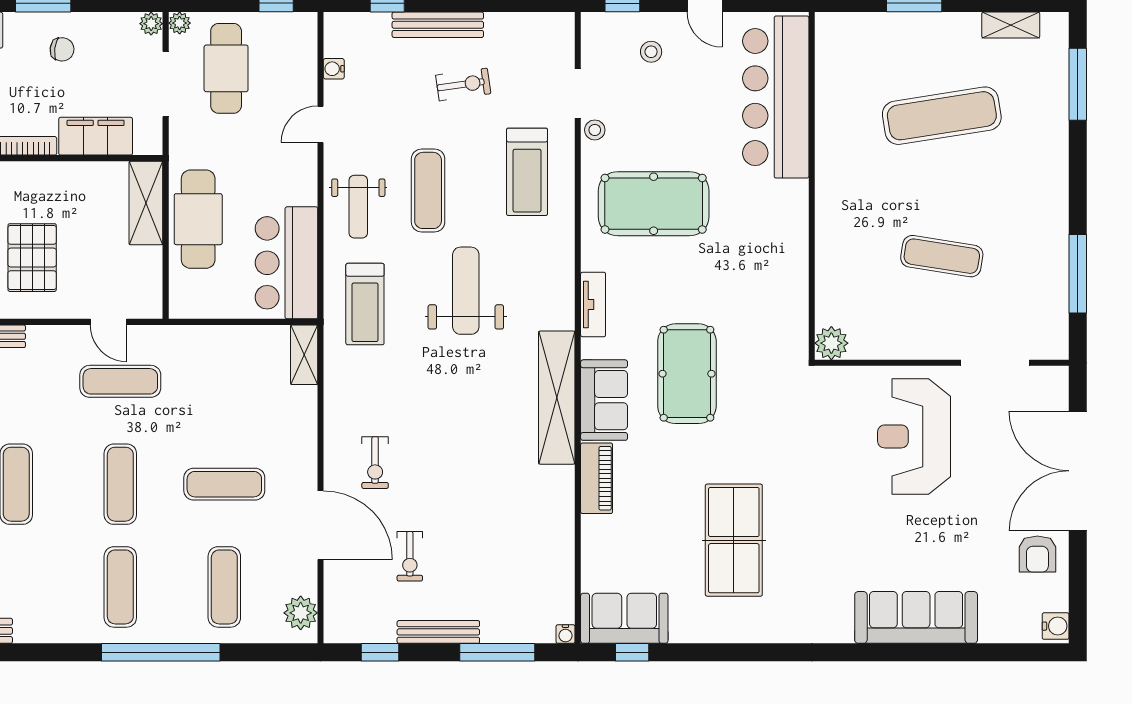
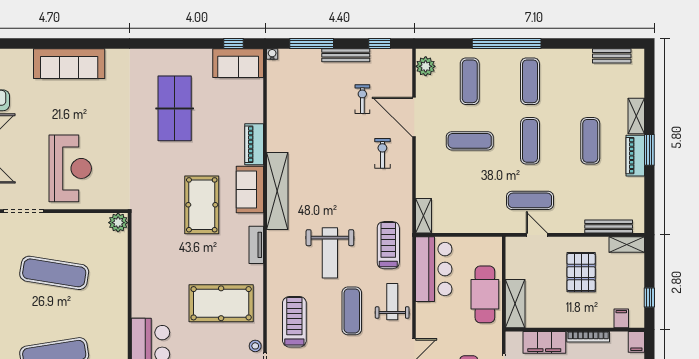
exercise mat: (942, 256) -> (54, 273), width x1.36, depth x1.45

